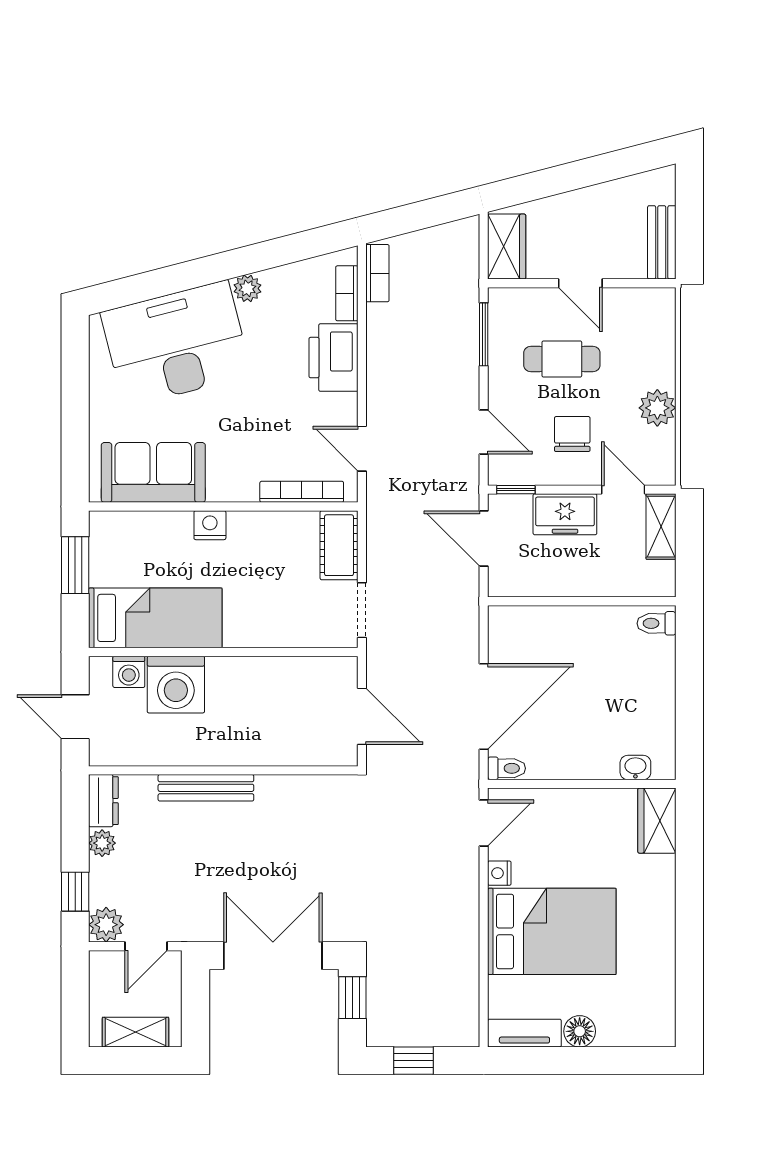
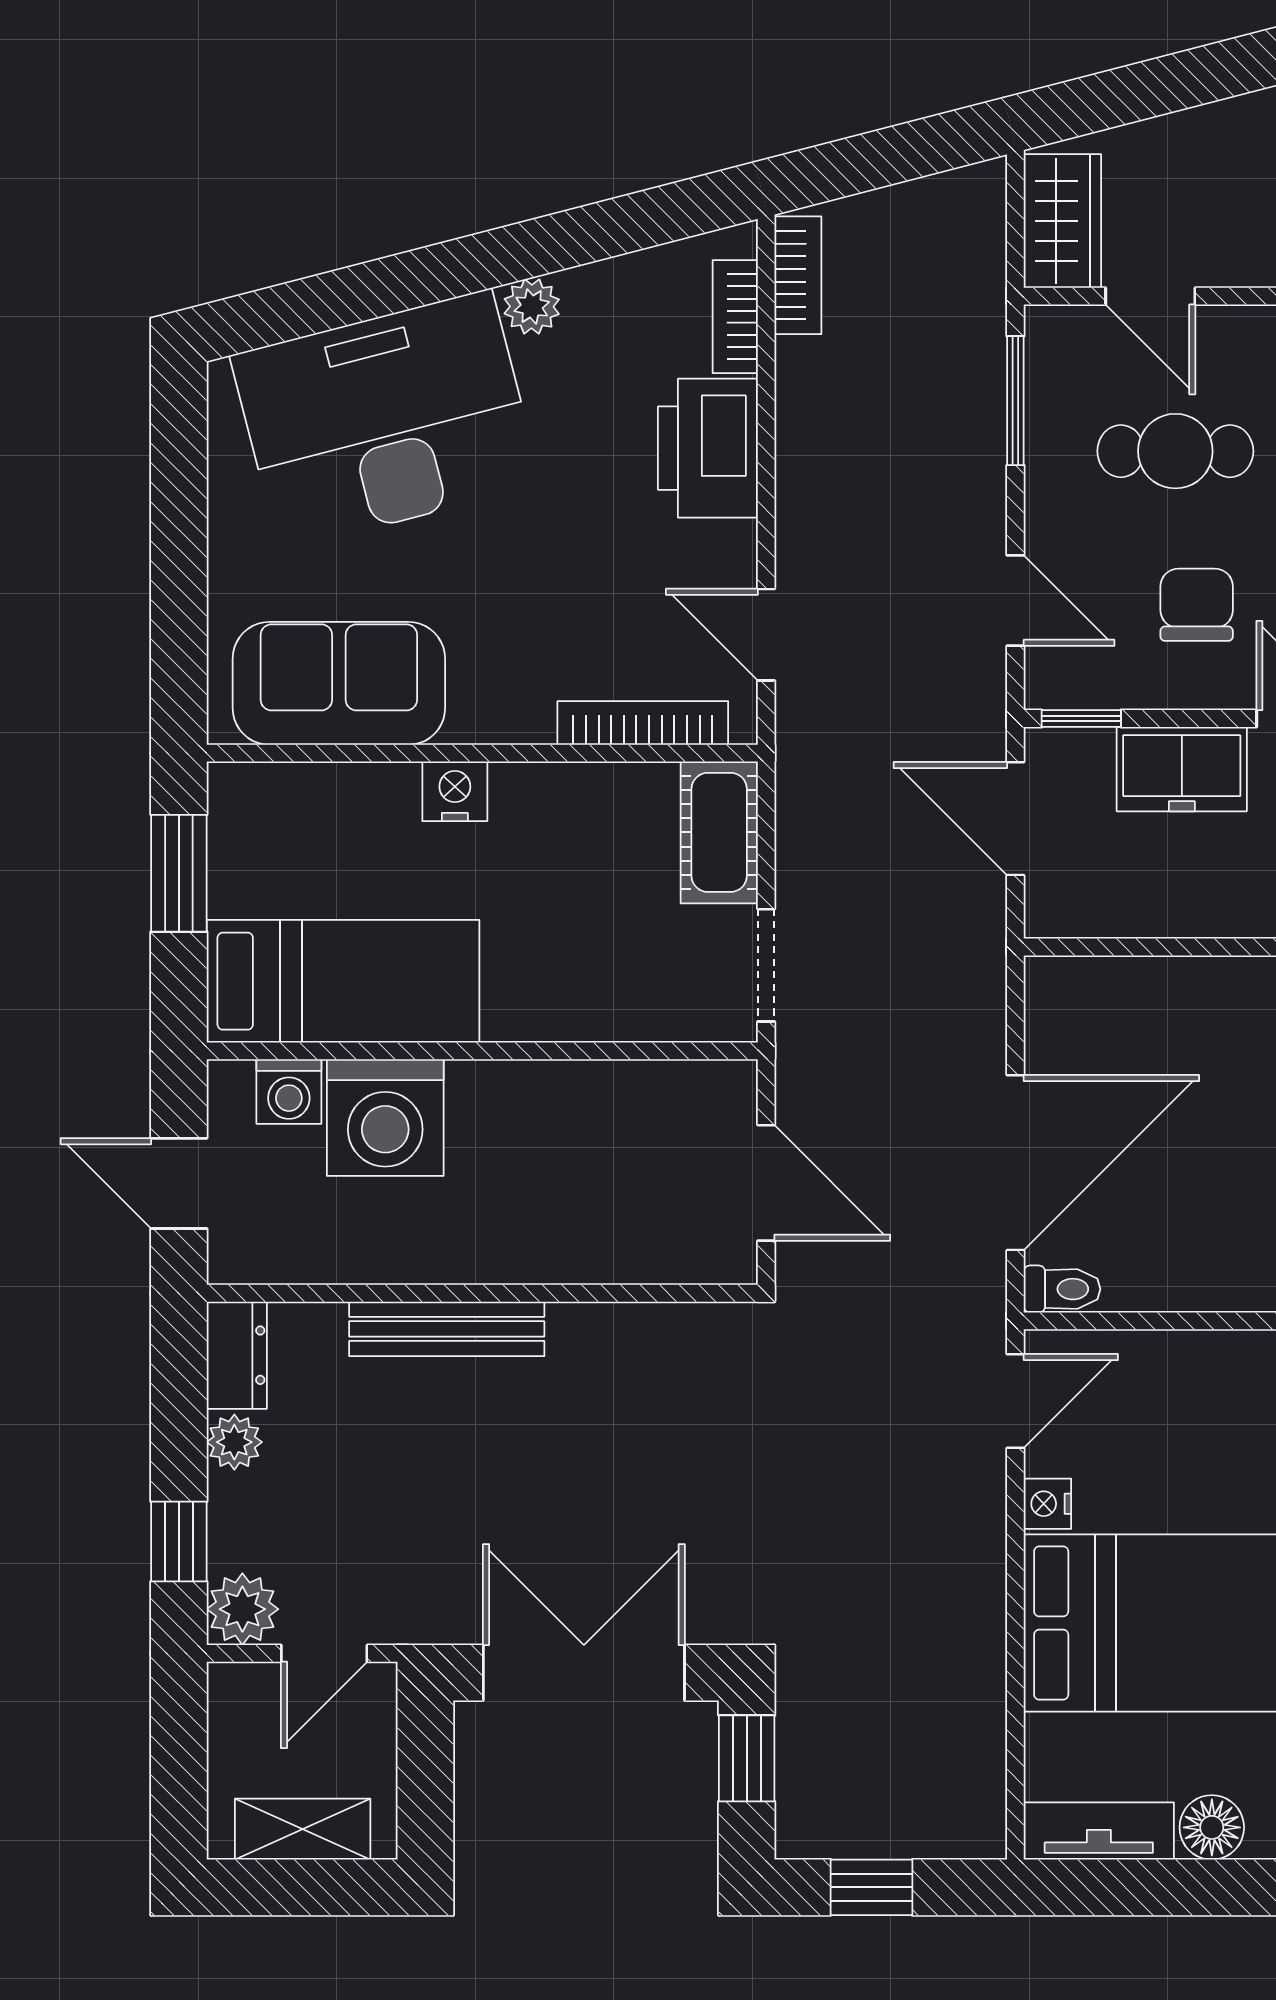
door: (580, 283) -> (1150, 296), moved

